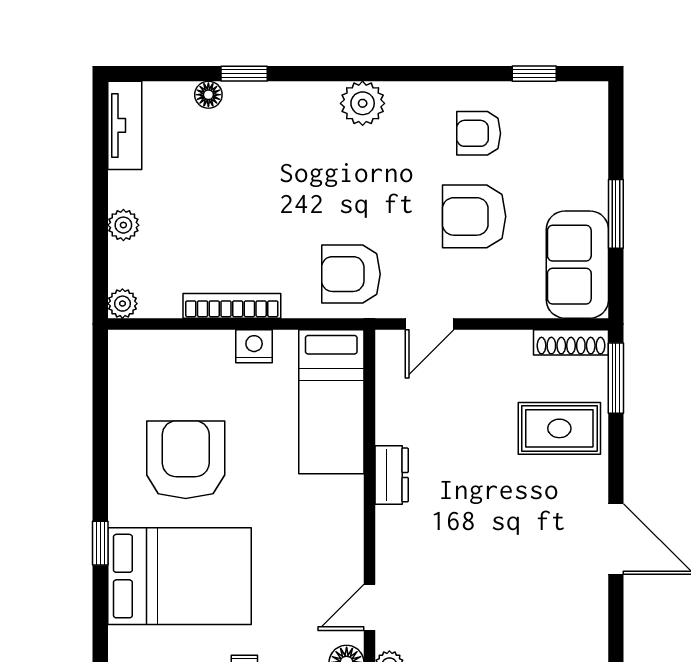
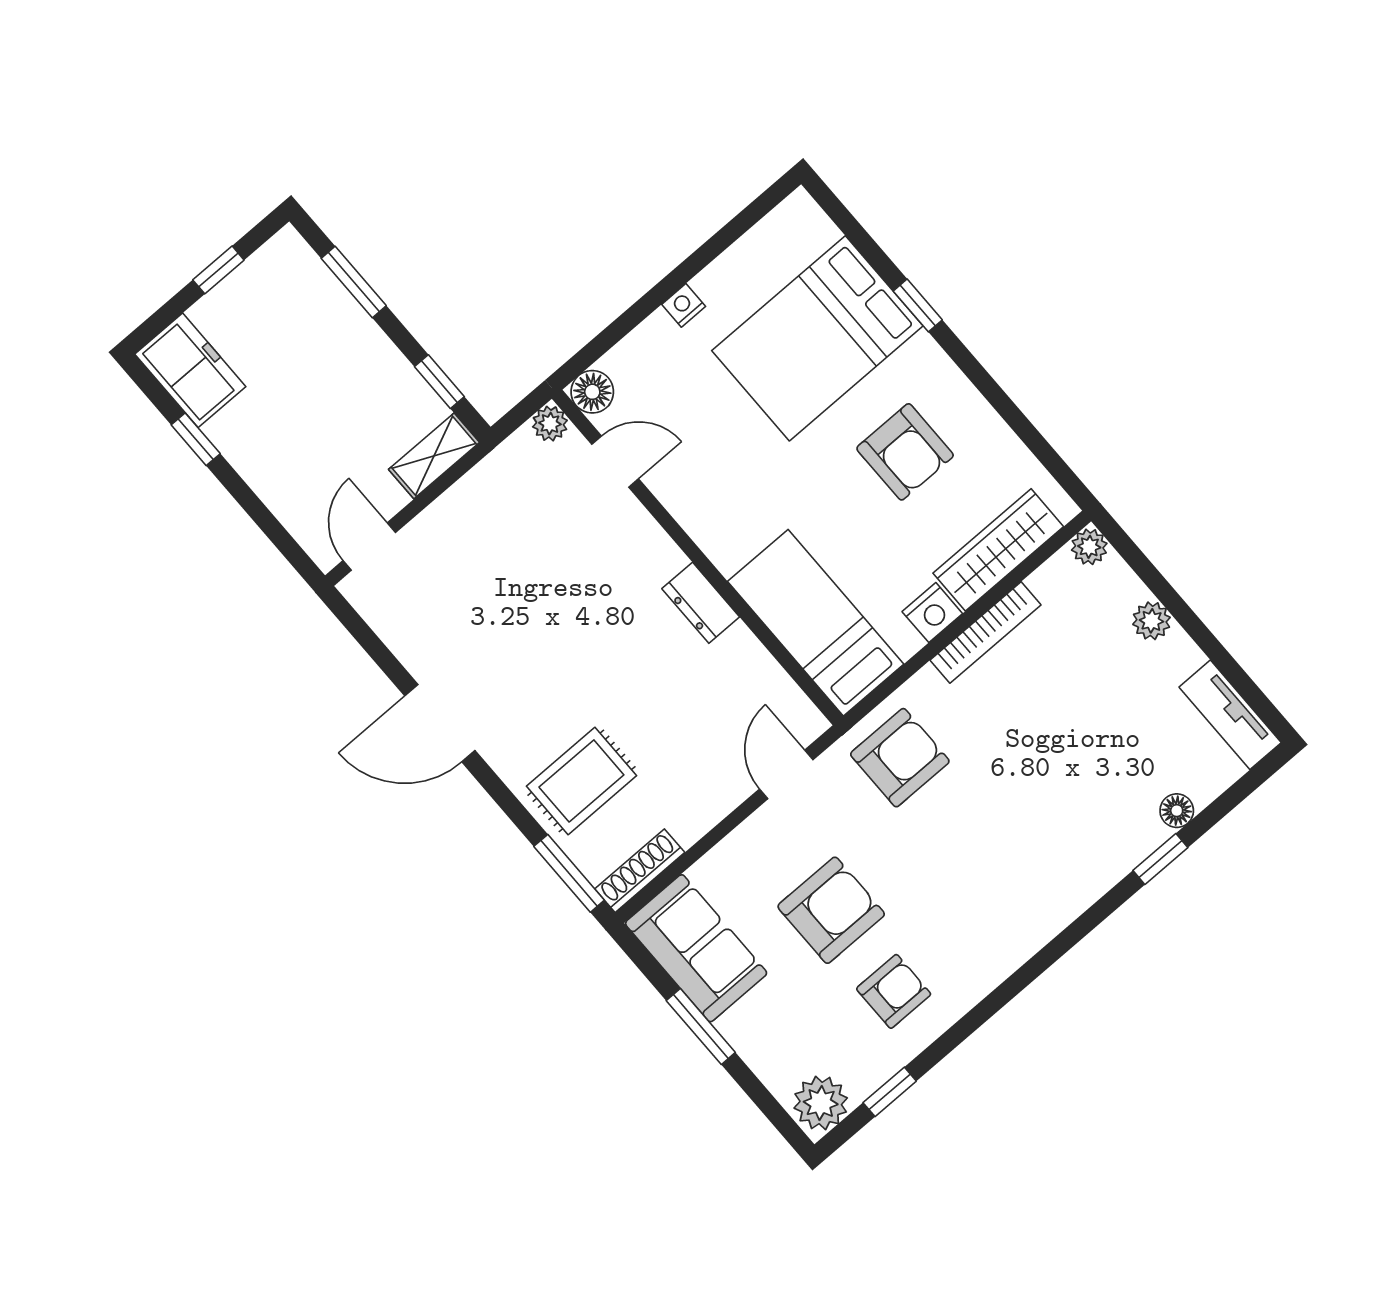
plant: (363, 103) -> (821, 1103), moved
wardrobe: (180, 350) -> (998, 550), added
armchair: (186, 460) -> (905, 452), width x0.73, depth x0.73
door: (369, 607) -> (615, 462), hinge flipped

